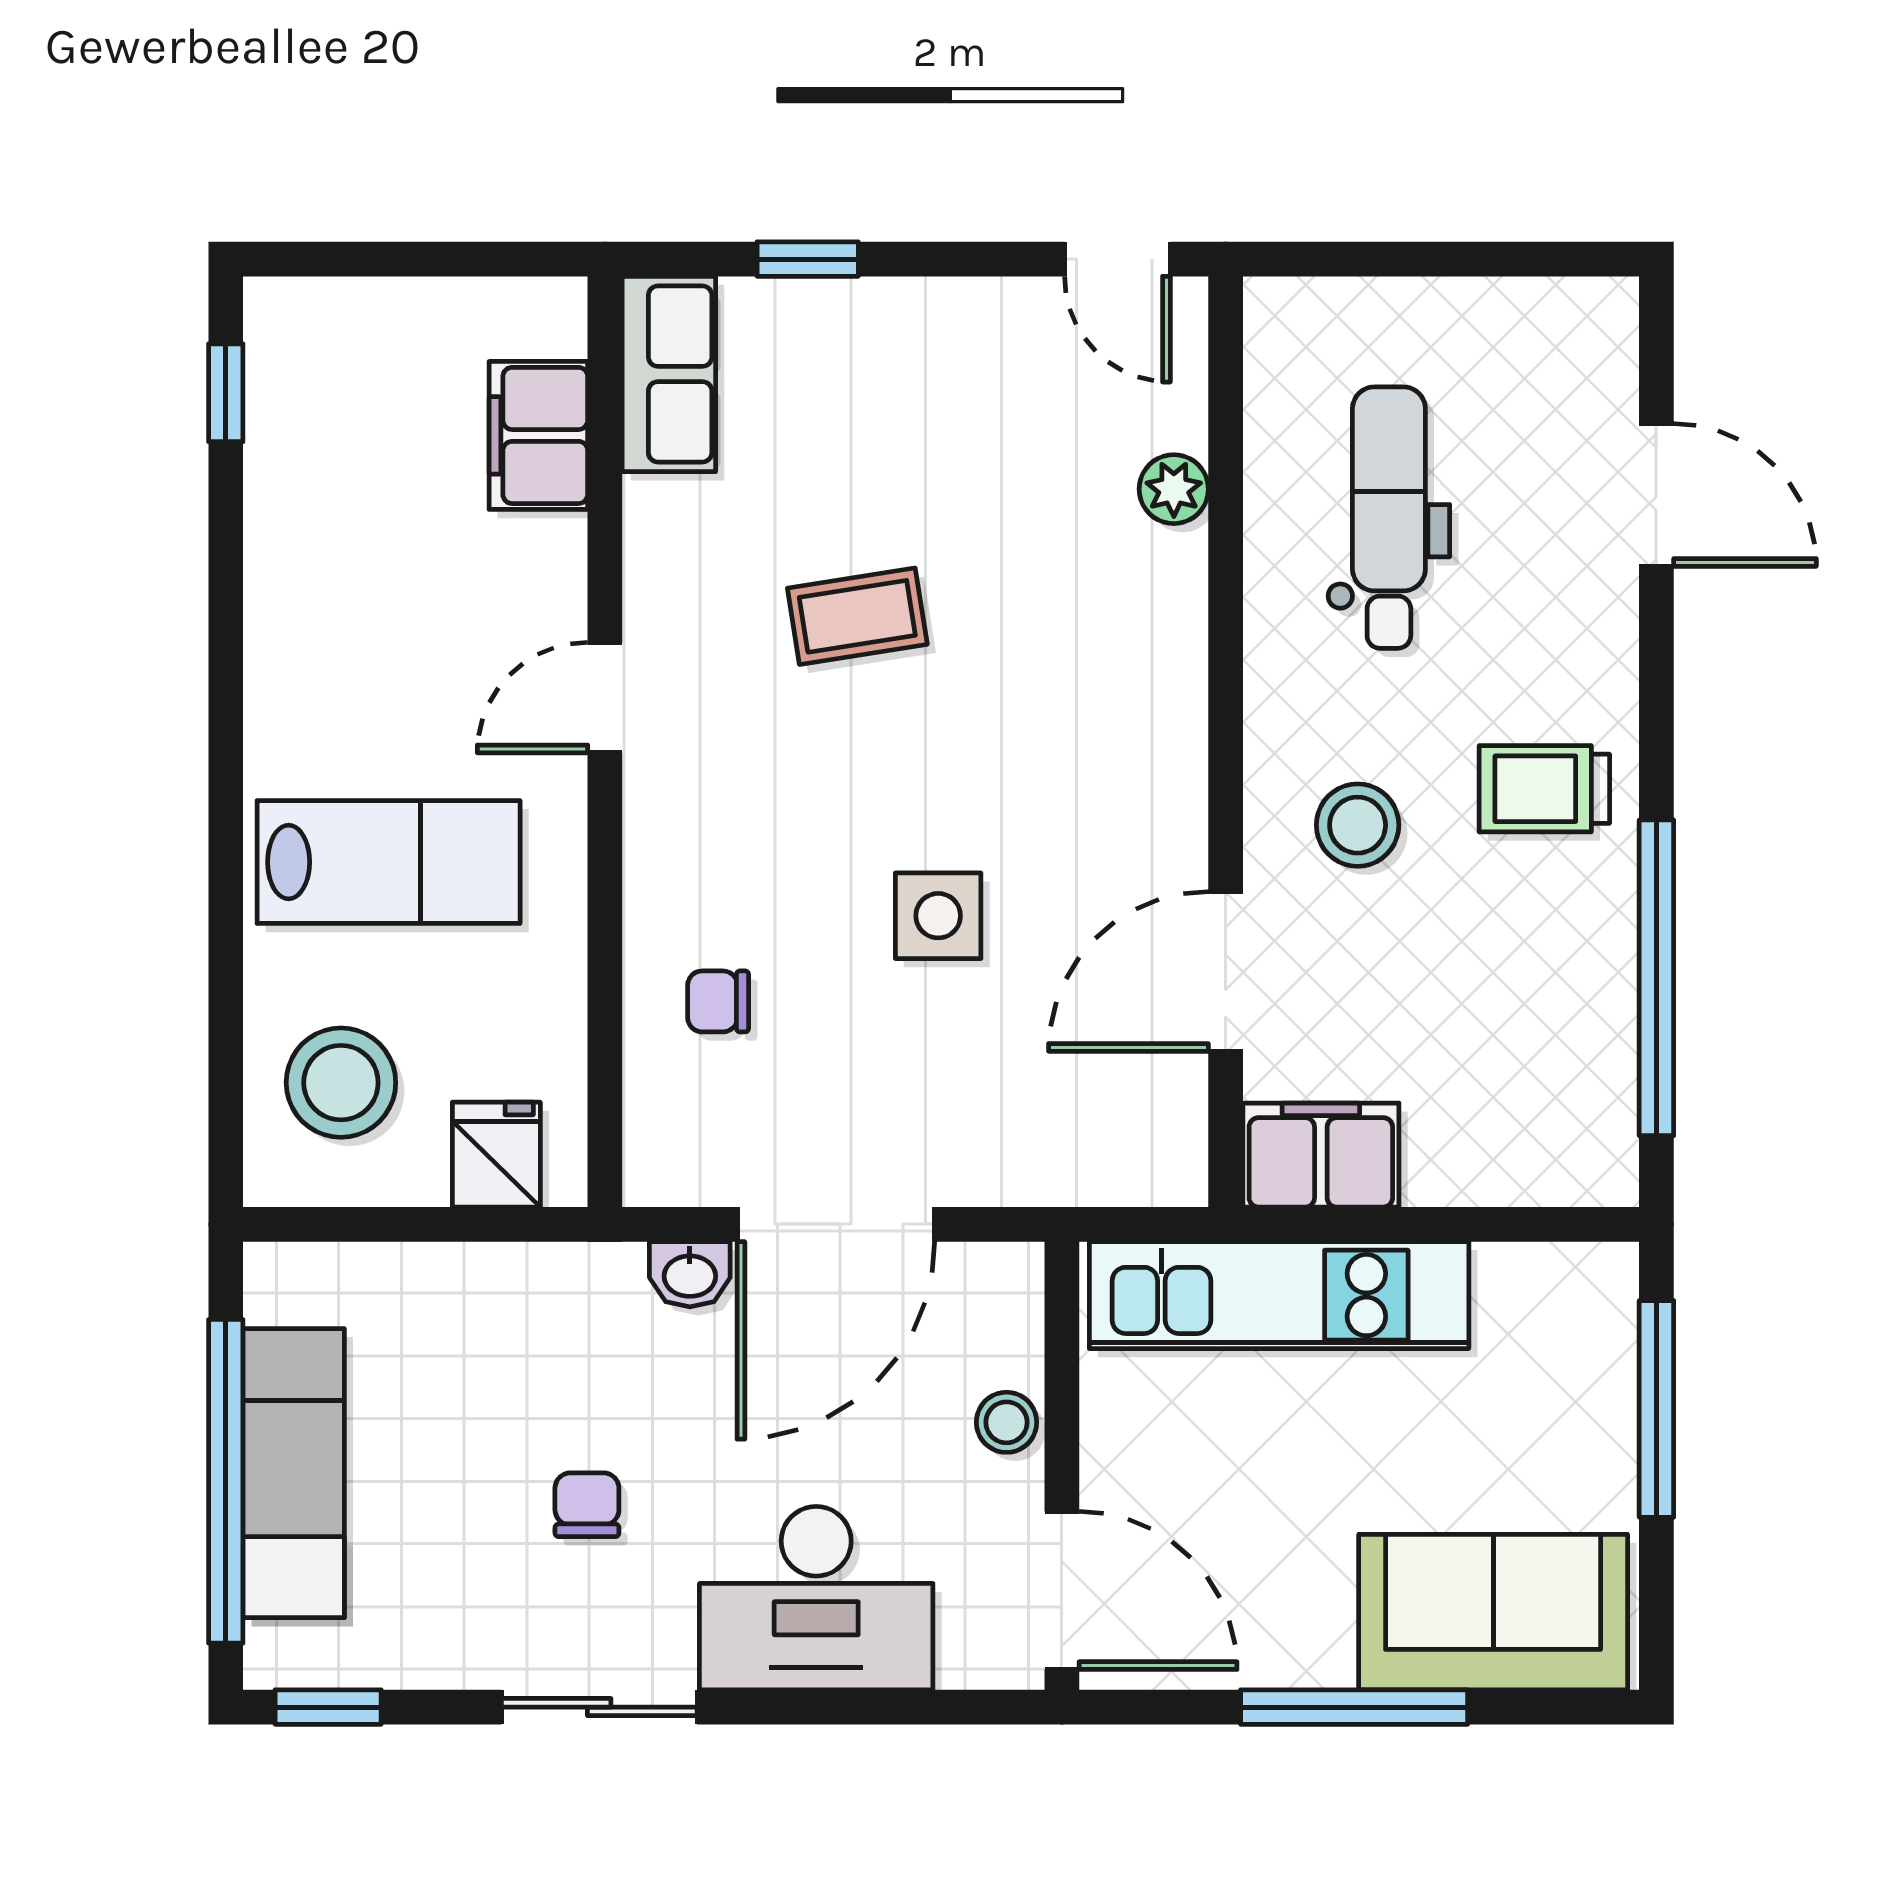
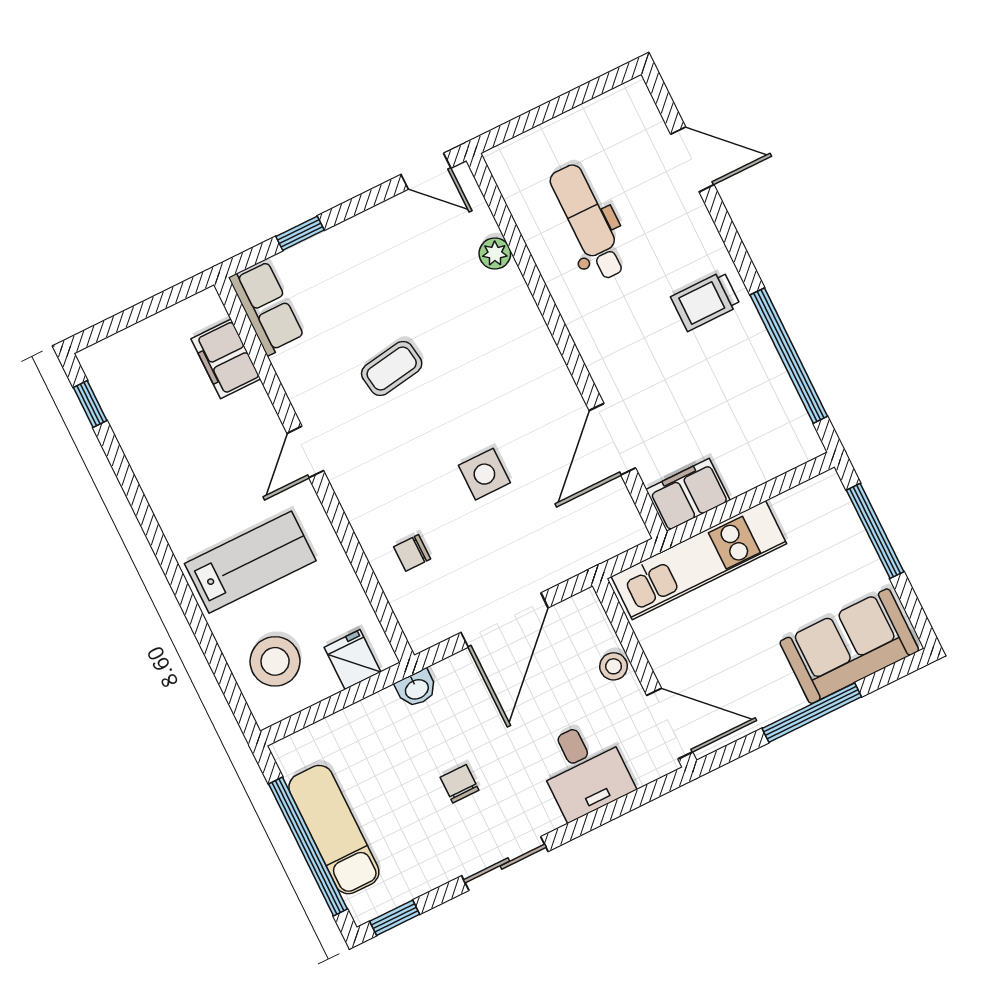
stool: (1358, 825) -> (637, 353), removed
washbasin: (690, 1274) -> (416, 689), moved
desk: (816, 1598) -> (584, 770), width x0.73

